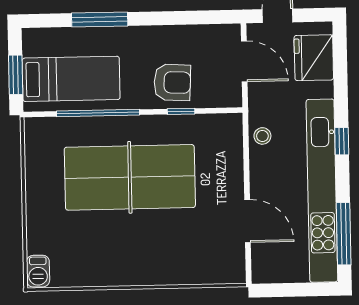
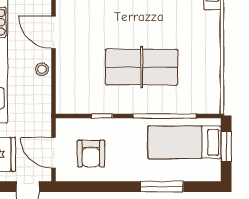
armchair: (172, 82) -> (91, 153), moved, turned -93
stool: (262, 136) -> (42, 69), moved
table tennis table: (130, 177) -> (142, 67), width x0.73, depth x0.76

